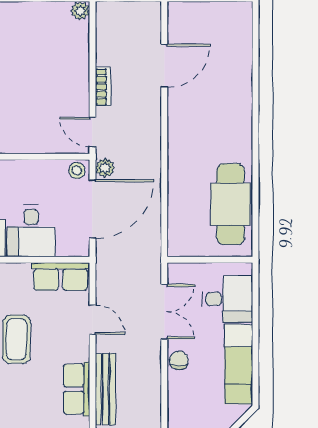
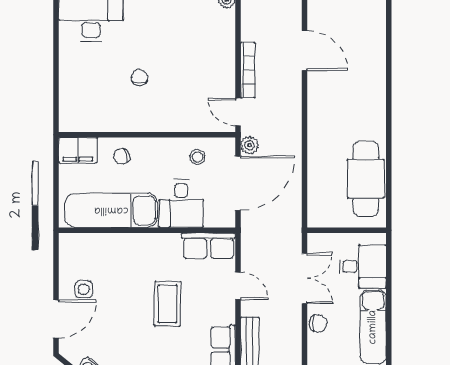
door: (164, 66) -> (305, 50), hinge flipped
bookcase: (103, 87) -> (248, 70), width x1.56
stool: (77, 170) -> (197, 157), moved
chair: (179, 360) -> (318, 323), turned 90

